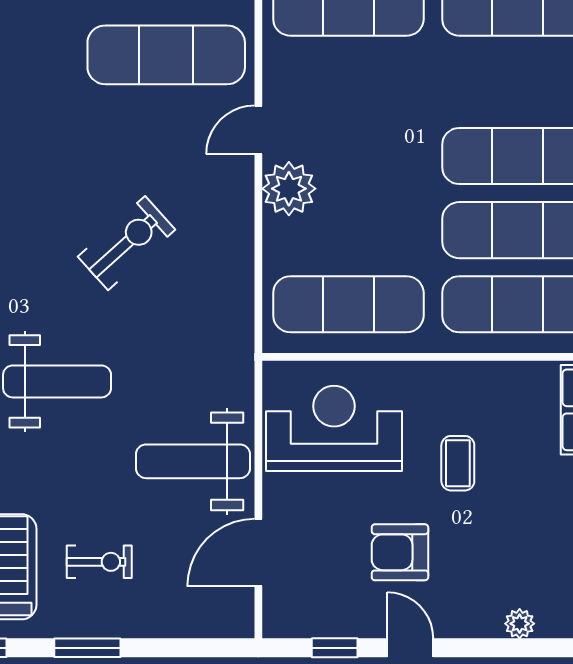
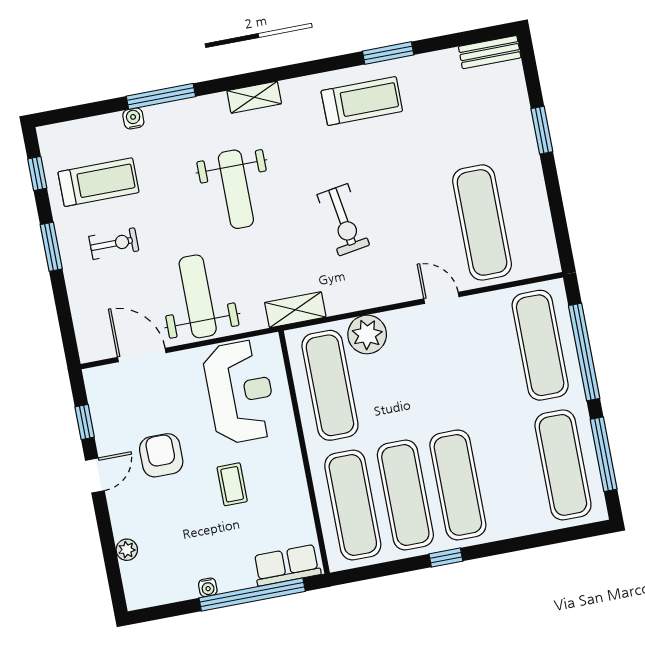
plant: (289, 189) -> (367, 334), moved
exercise bike: (127, 243) -> (343, 220), turned 33
shelving: (237, 332) -> (295, 310), added
coffee table: (458, 463) -> (232, 484), turned 90
exercise bike: (99, 562) -> (114, 244), turned -90

